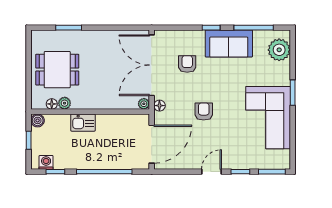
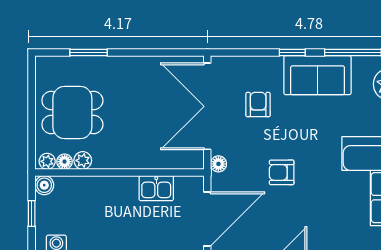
plant: (144, 104) -> (47, 161), moved
armchair: (204, 112) -> (282, 172), turned -90
kitchen sink: (83, 123) -> (156, 188), moved

